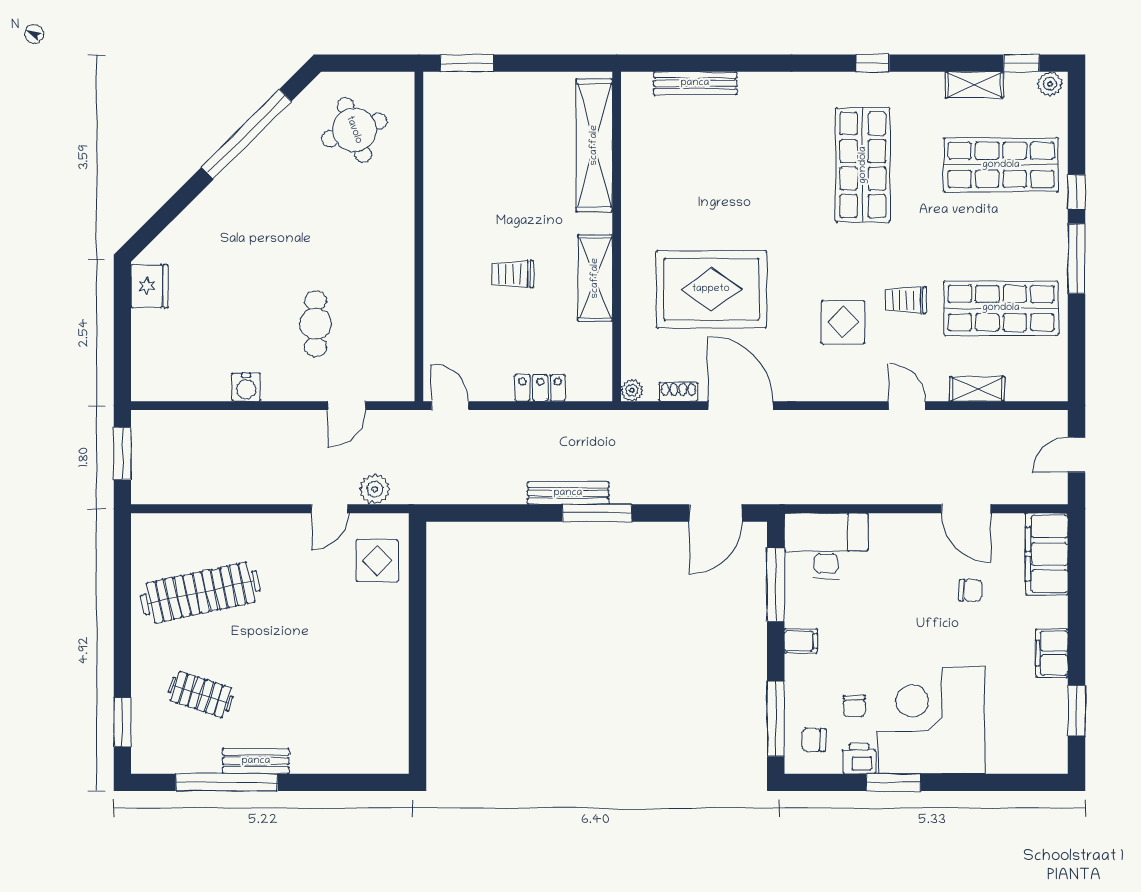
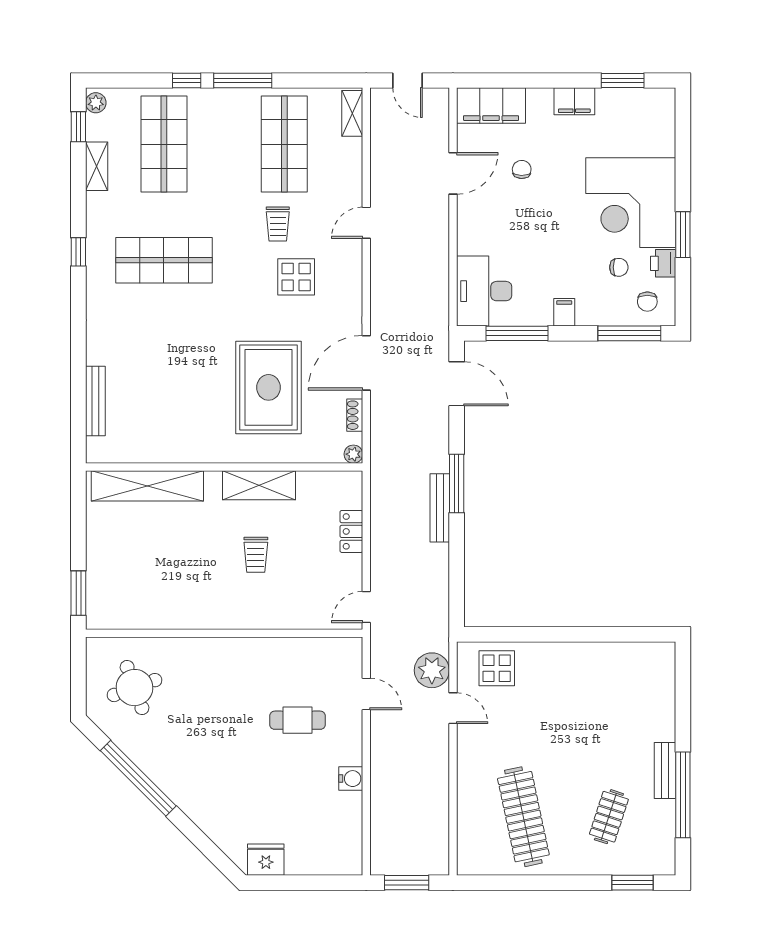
shelving: (977, 389) -> (352, 113), moved
plant: (375, 489) -> (432, 670), width x1.36, depth x1.36

